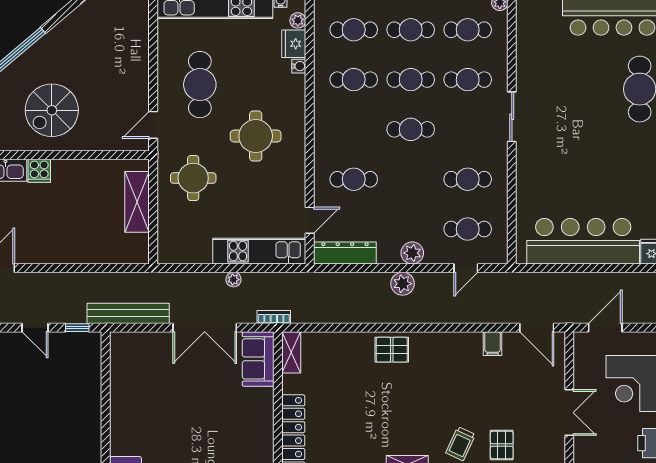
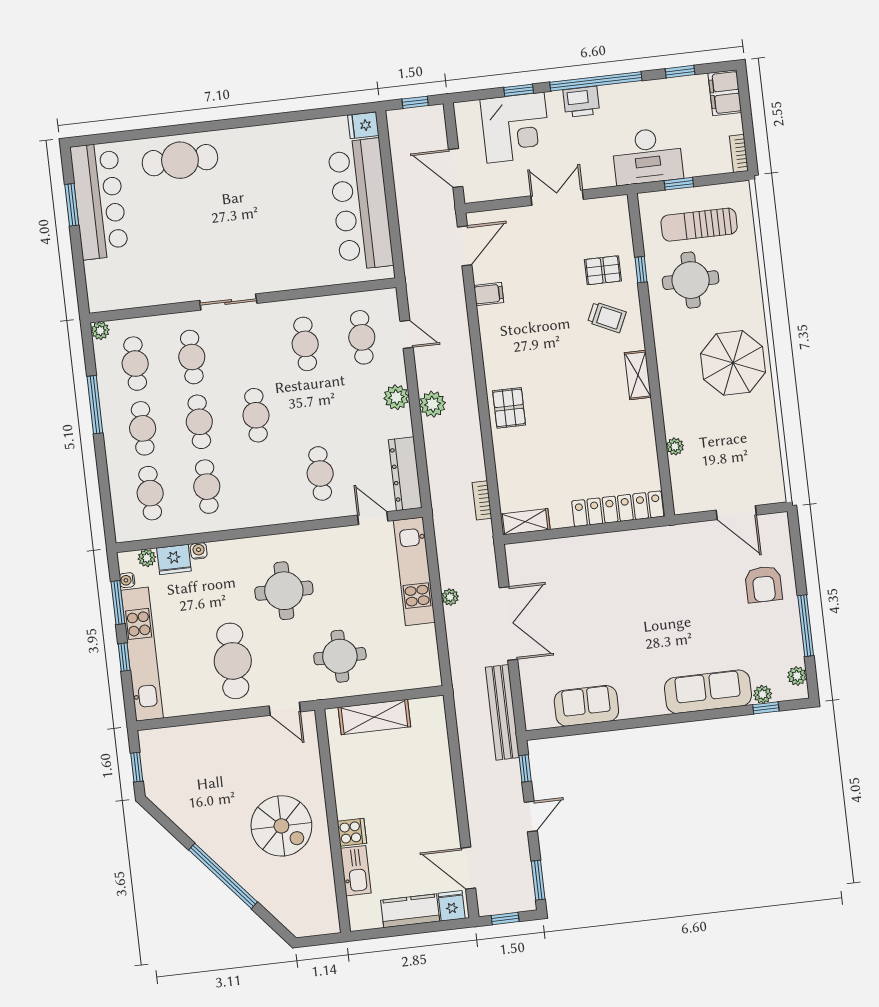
cafe table: (200, 85) -> (233, 661), turned 90
bookcase: (274, 317) -> (482, 500), moved
sofa: (258, 359) -> (586, 706), moved, turned 180

